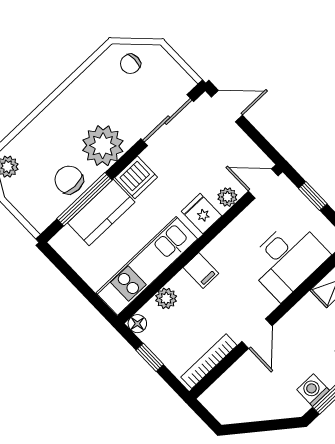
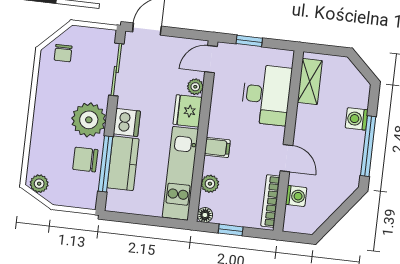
fridge: (202, 214) -> (188, 111), width x1.38
washing machine: (313, 390) -> (296, 196), moved, turned 180

